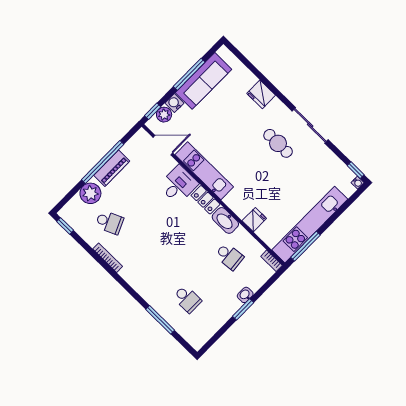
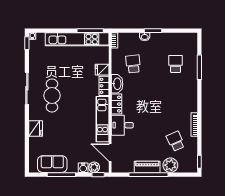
sofa: (203, 81) -> (52, 164), width x0.73
cafe table: (278, 143) -> (52, 96), width x1.37, depth x1.35
locker: (236, 205) -> (104, 86), added

